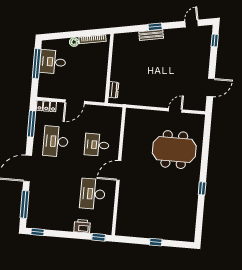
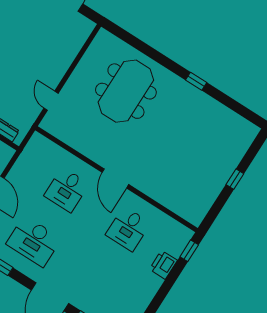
door: (175, 110) -> (51, 101), moved
desk: (93, 194) -> (128, 229), width x0.73

